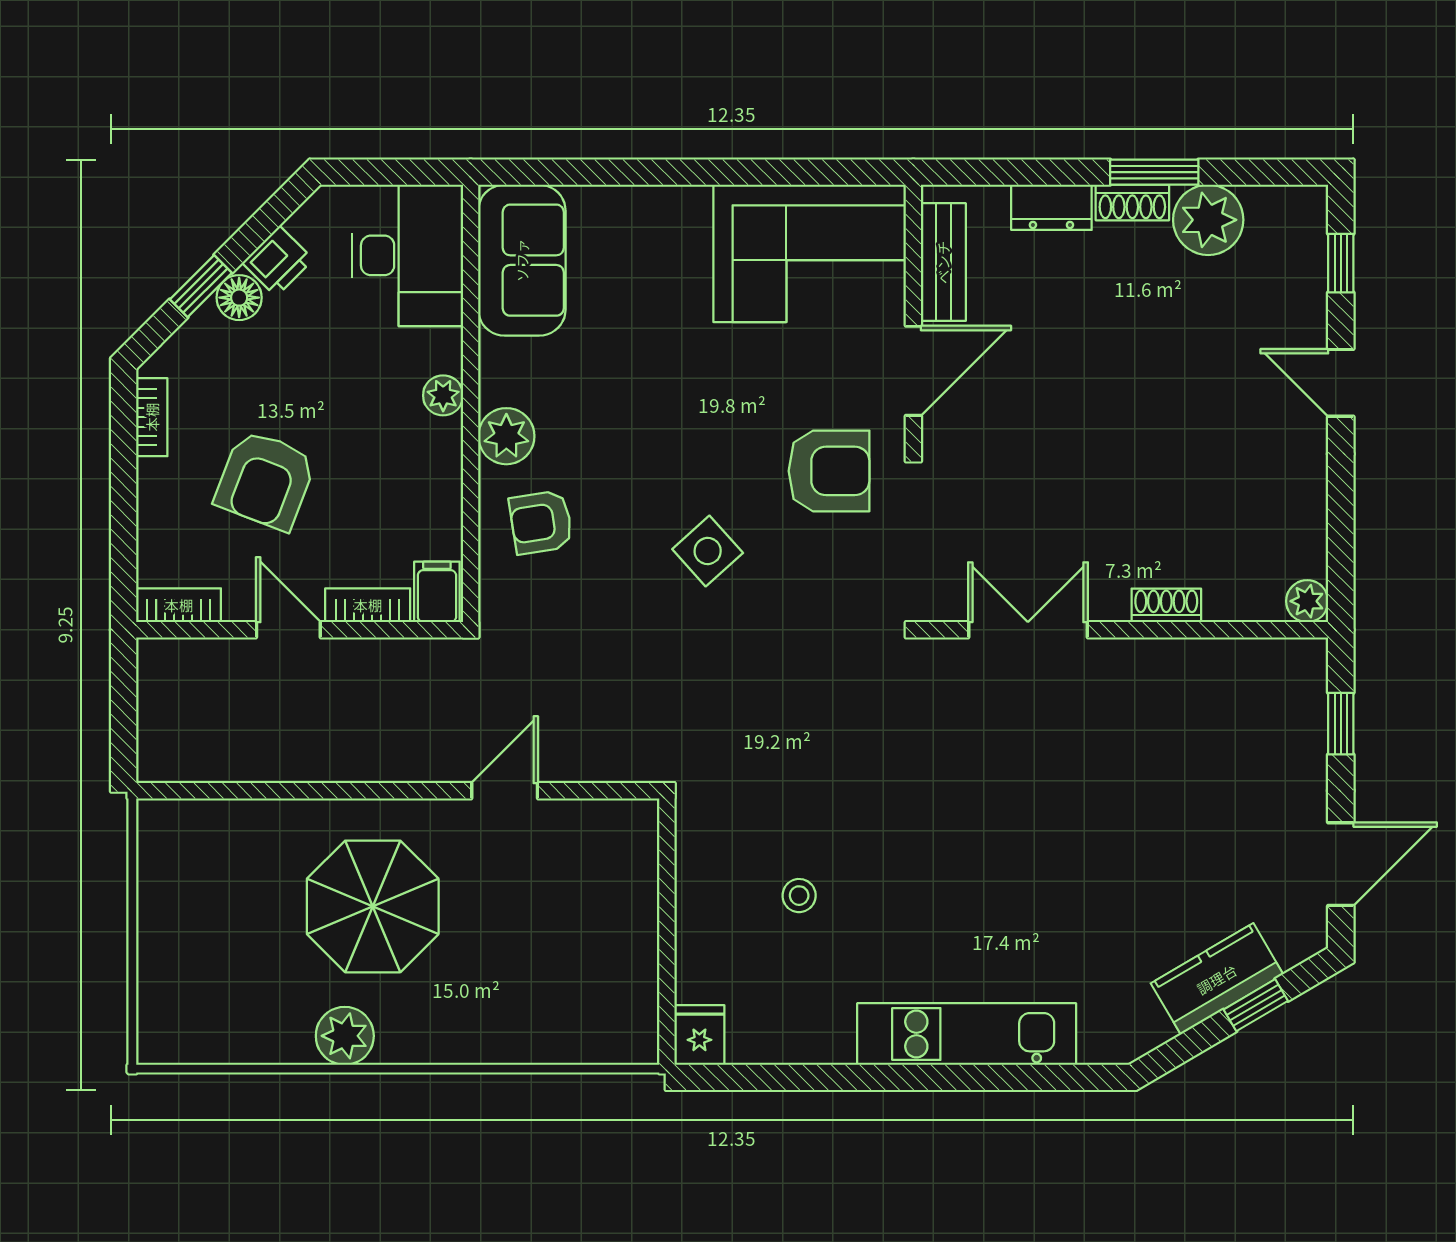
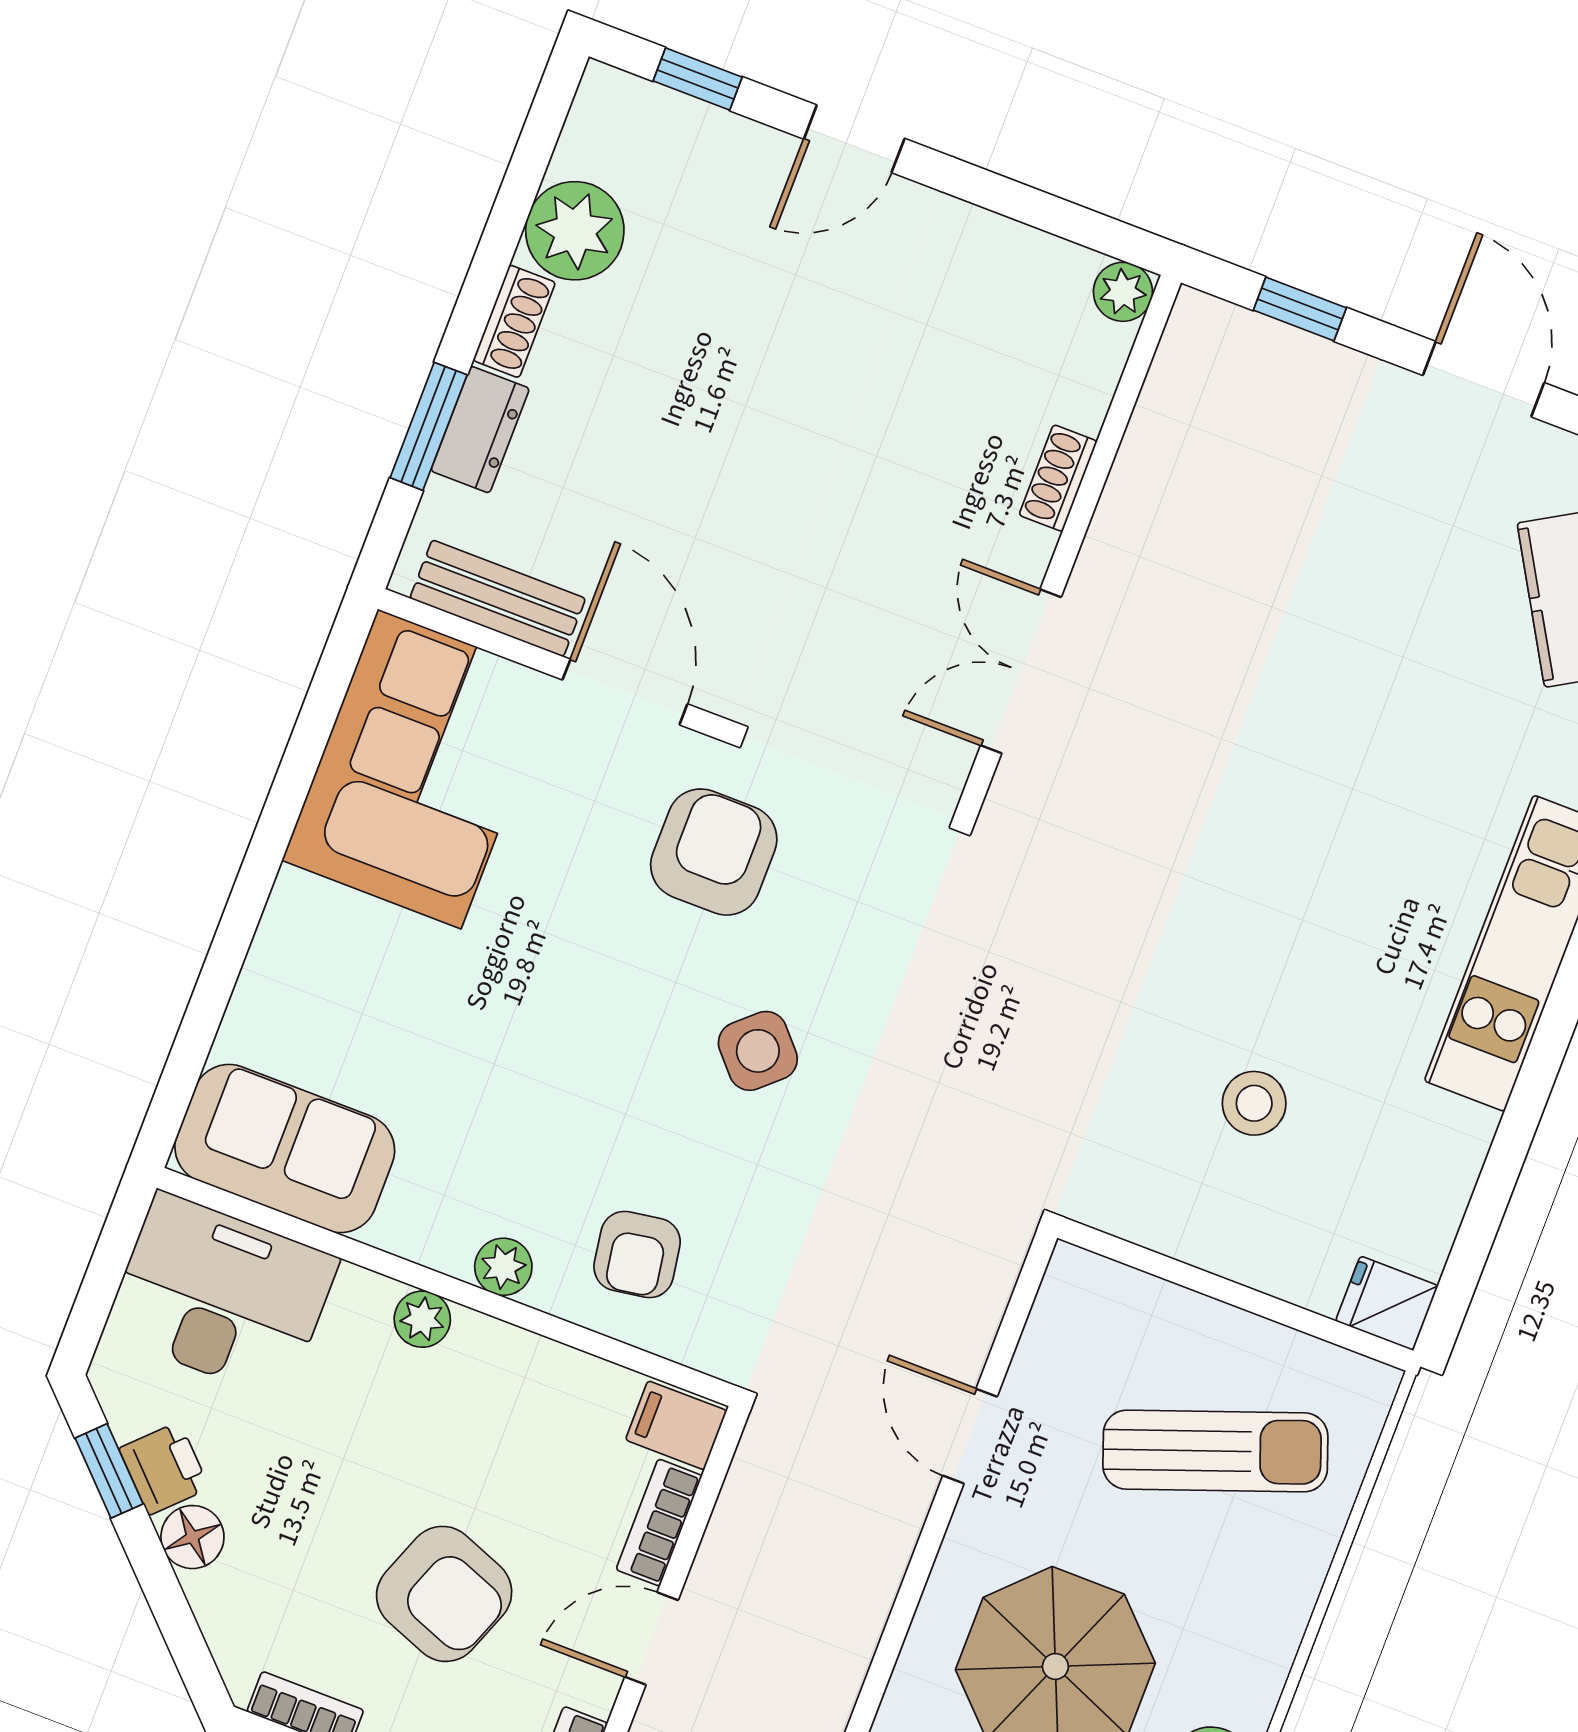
window: (1154, 172) -> (429, 426), moved
window: (201, 286) -> (109, 1471), moved
plant: (506, 436) -> (503, 1267), width x0.73, depth x0.73
stool: (799, 896) -> (1254, 1103), width x1.37, depth x1.37
sun lounger: (557, 958) -> (1215, 1451), added

